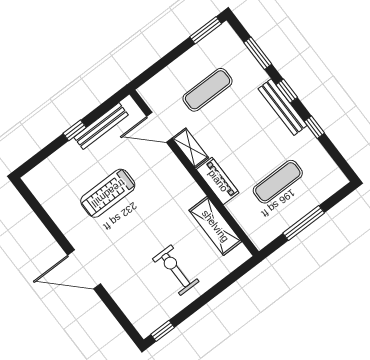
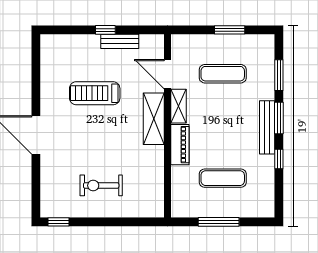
window: (206, 30) -> (230, 30), moved
window: (287, 91) -> (279, 118), width x1.50
bench: (101, 126) -> (120, 41), width x0.73
shelving: (215, 226) -> (154, 119), moved
exercise bike: (176, 270) -> (101, 185), turned -90

